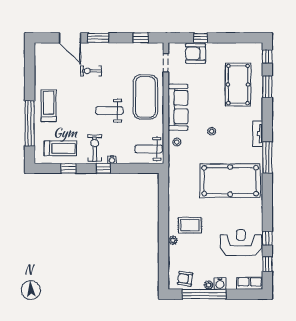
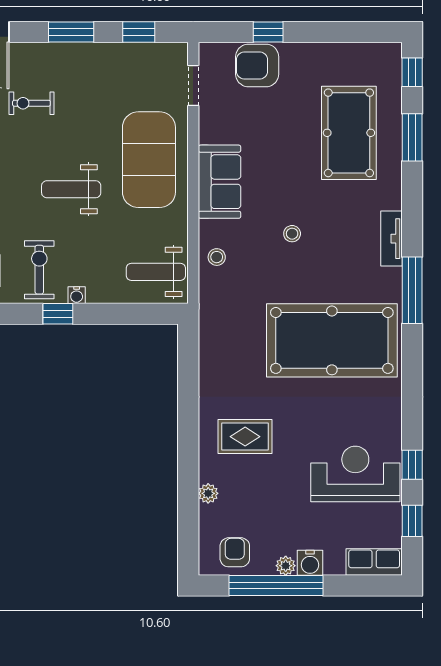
window: (98, 38) -> (71, 32), moved
sofa: (178, 107) -> (219, 182), width x0.73
plant: (173, 240) -> (208, 493), moved
armchair: (185, 279) -> (235, 552), turned 82

